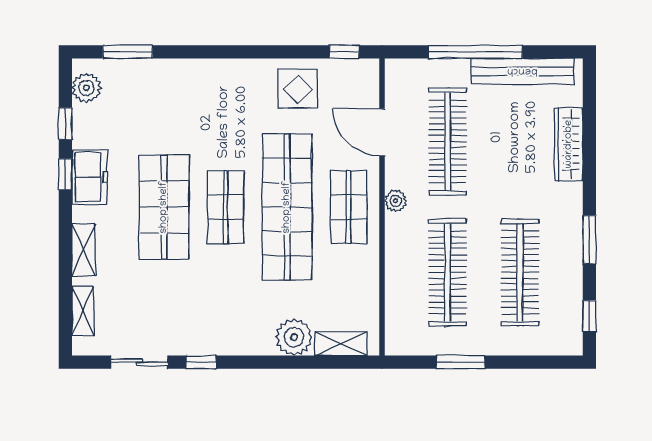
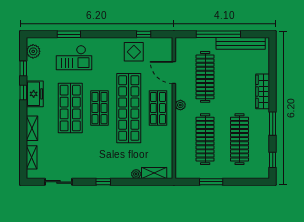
window: (128, 52) -> (69, 34), moved
window: (344, 52) -> (144, 34), moved
checkout: (172, 101) -> (74, 58), added
wardrobe: (569, 144) -> (263, 91), moved
plant: (294, 337) -> (136, 174), width x0.53, depth x0.53
window: (201, 362) -> (103, 182), moved

